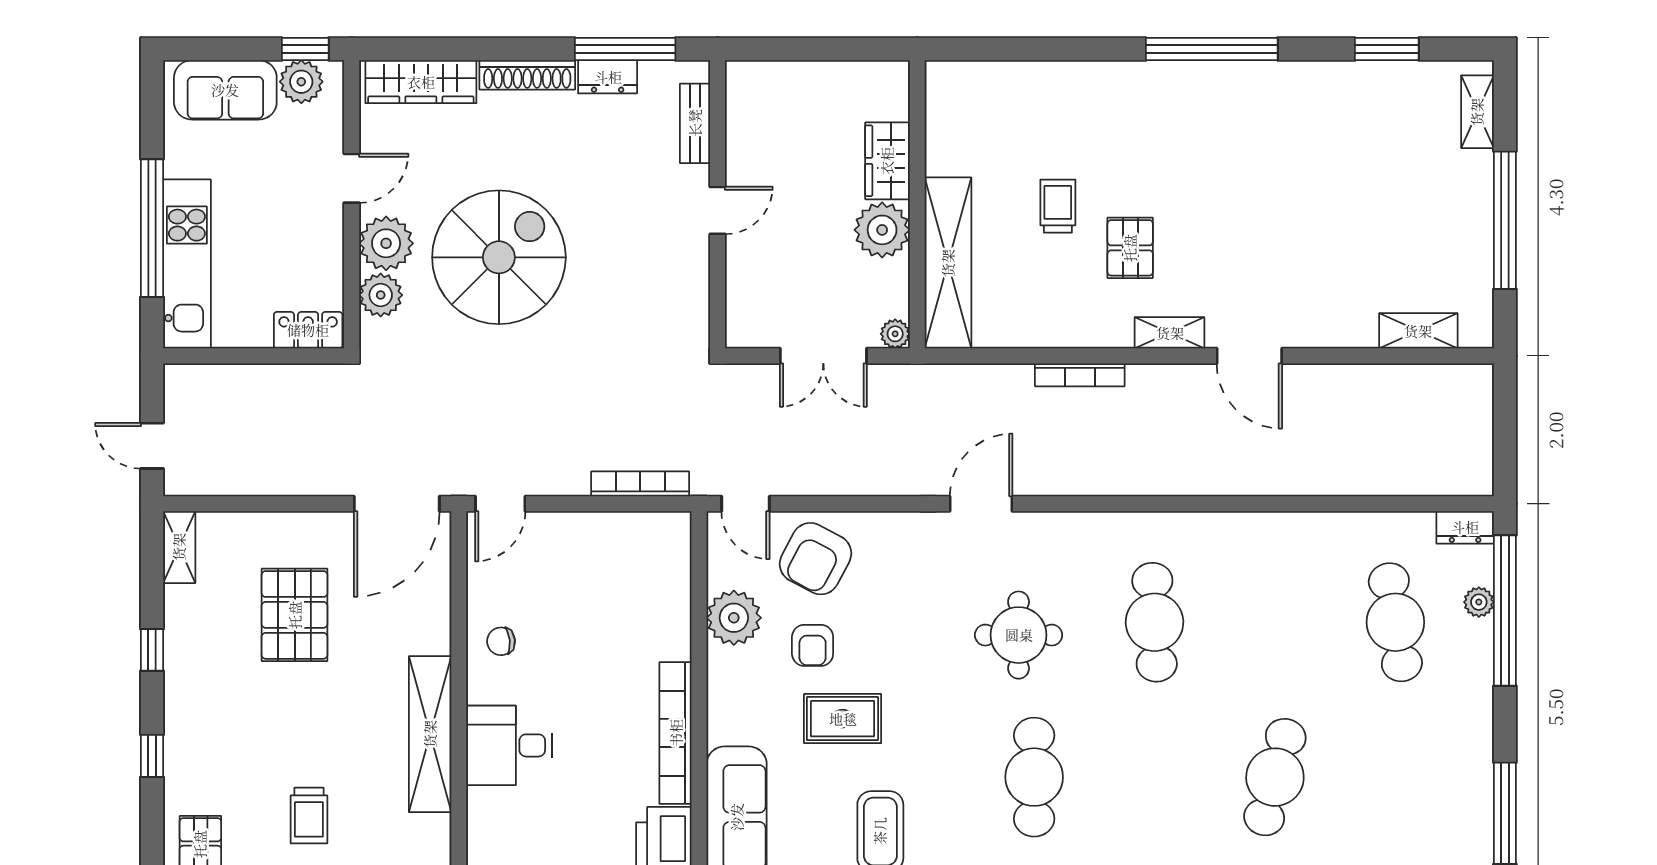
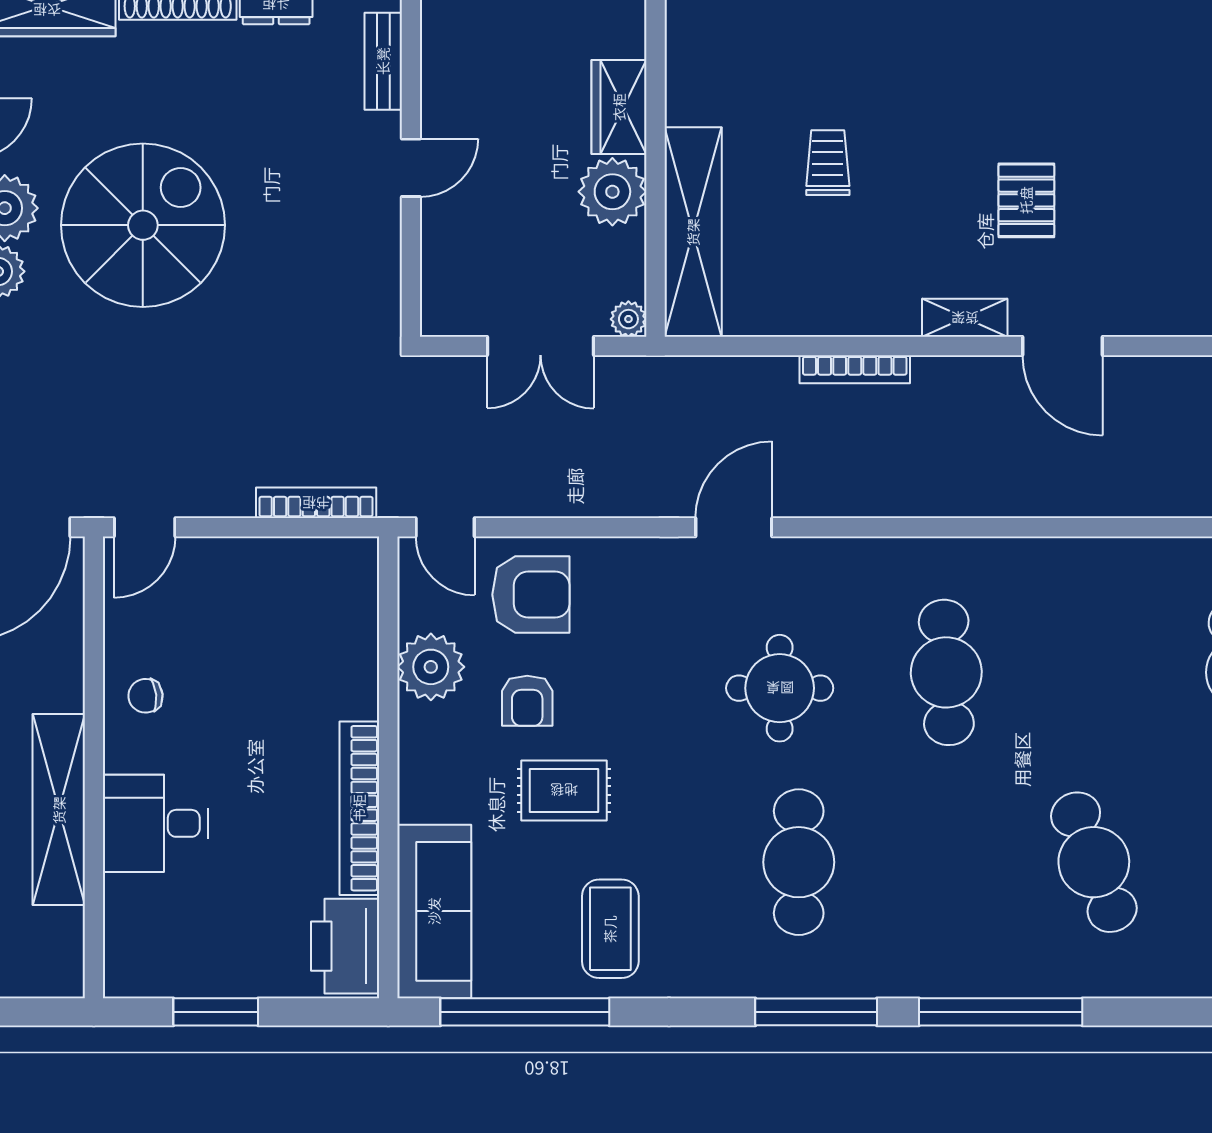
pallet: (1130, 248) -> (1026, 200), moved
armchair: (815, 559) -> (531, 595), turned -118
cafe table: (1275, 777) -> (1094, 862), turned -36

